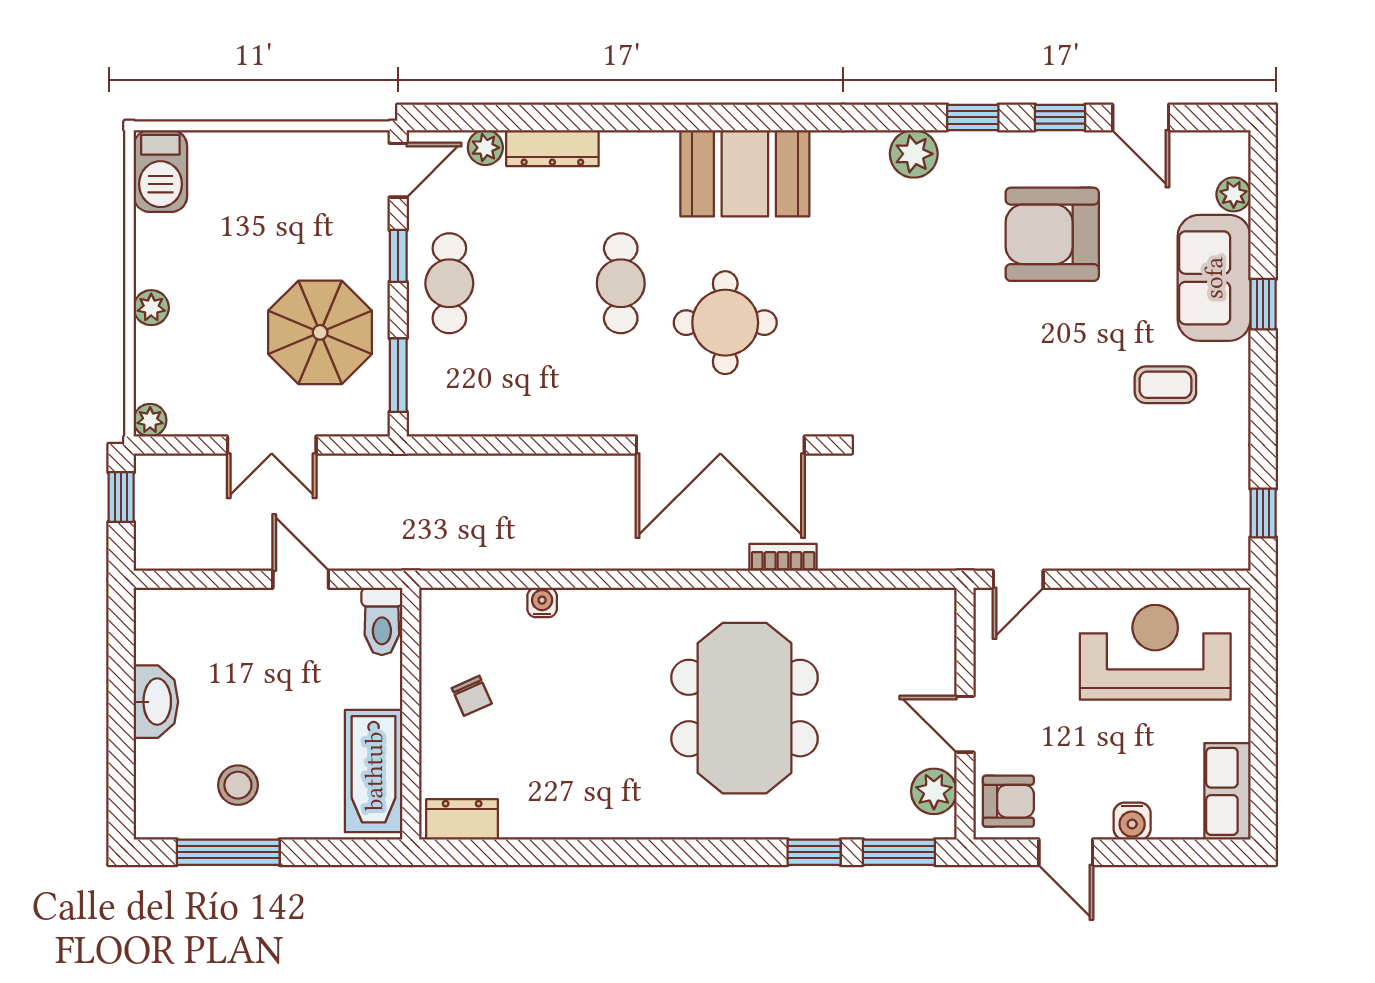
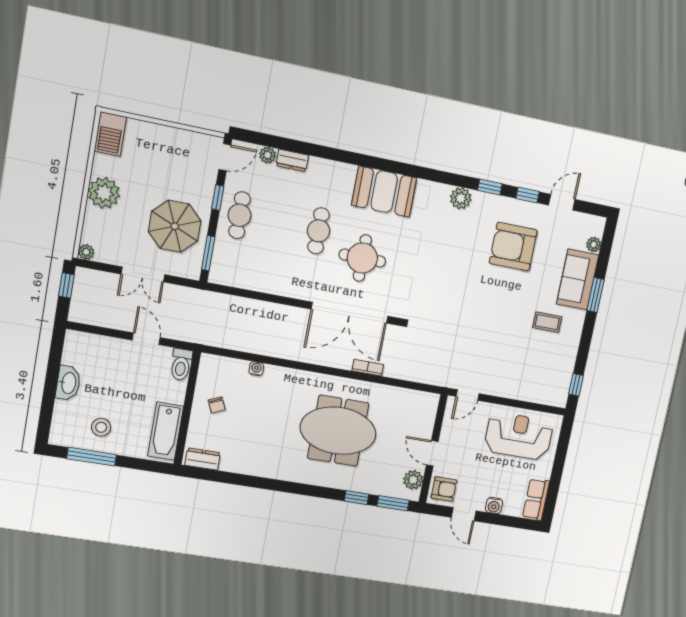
door: (1141, 117) -> (562, 202), swing flipped
dresser: (552, 148) -> (292, 160), width x0.70
window: (1263, 304) -> (595, 295), width x1.50
plant: (151, 308) -> (104, 193), width x1.87, depth x1.87
meeting table: (744, 708) -> (338, 431), turned 90

